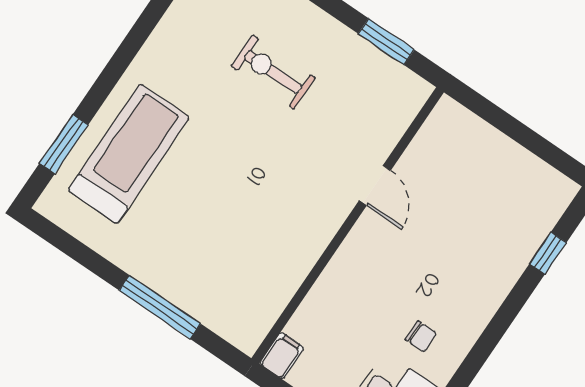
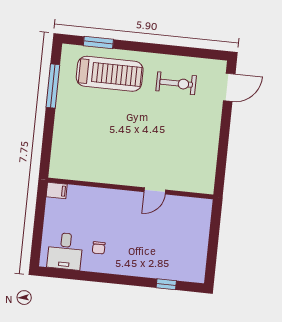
window: (386, 42) -> (222, 161), removed
exercise bike: (273, 72) -> (176, 83), moved, turned 90
window: (160, 307) -> (53, 86), moved

